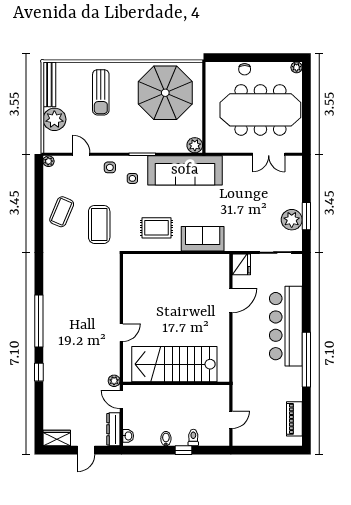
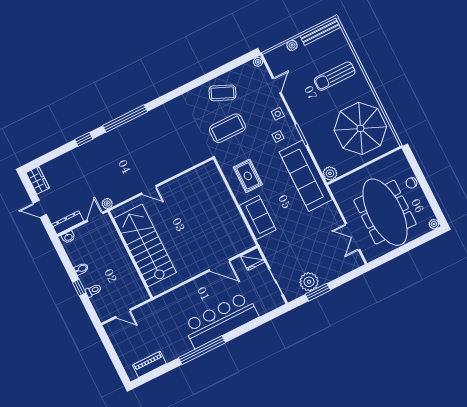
plant: (54, 119) -> (292, 45), width x0.53, depth x0.53

